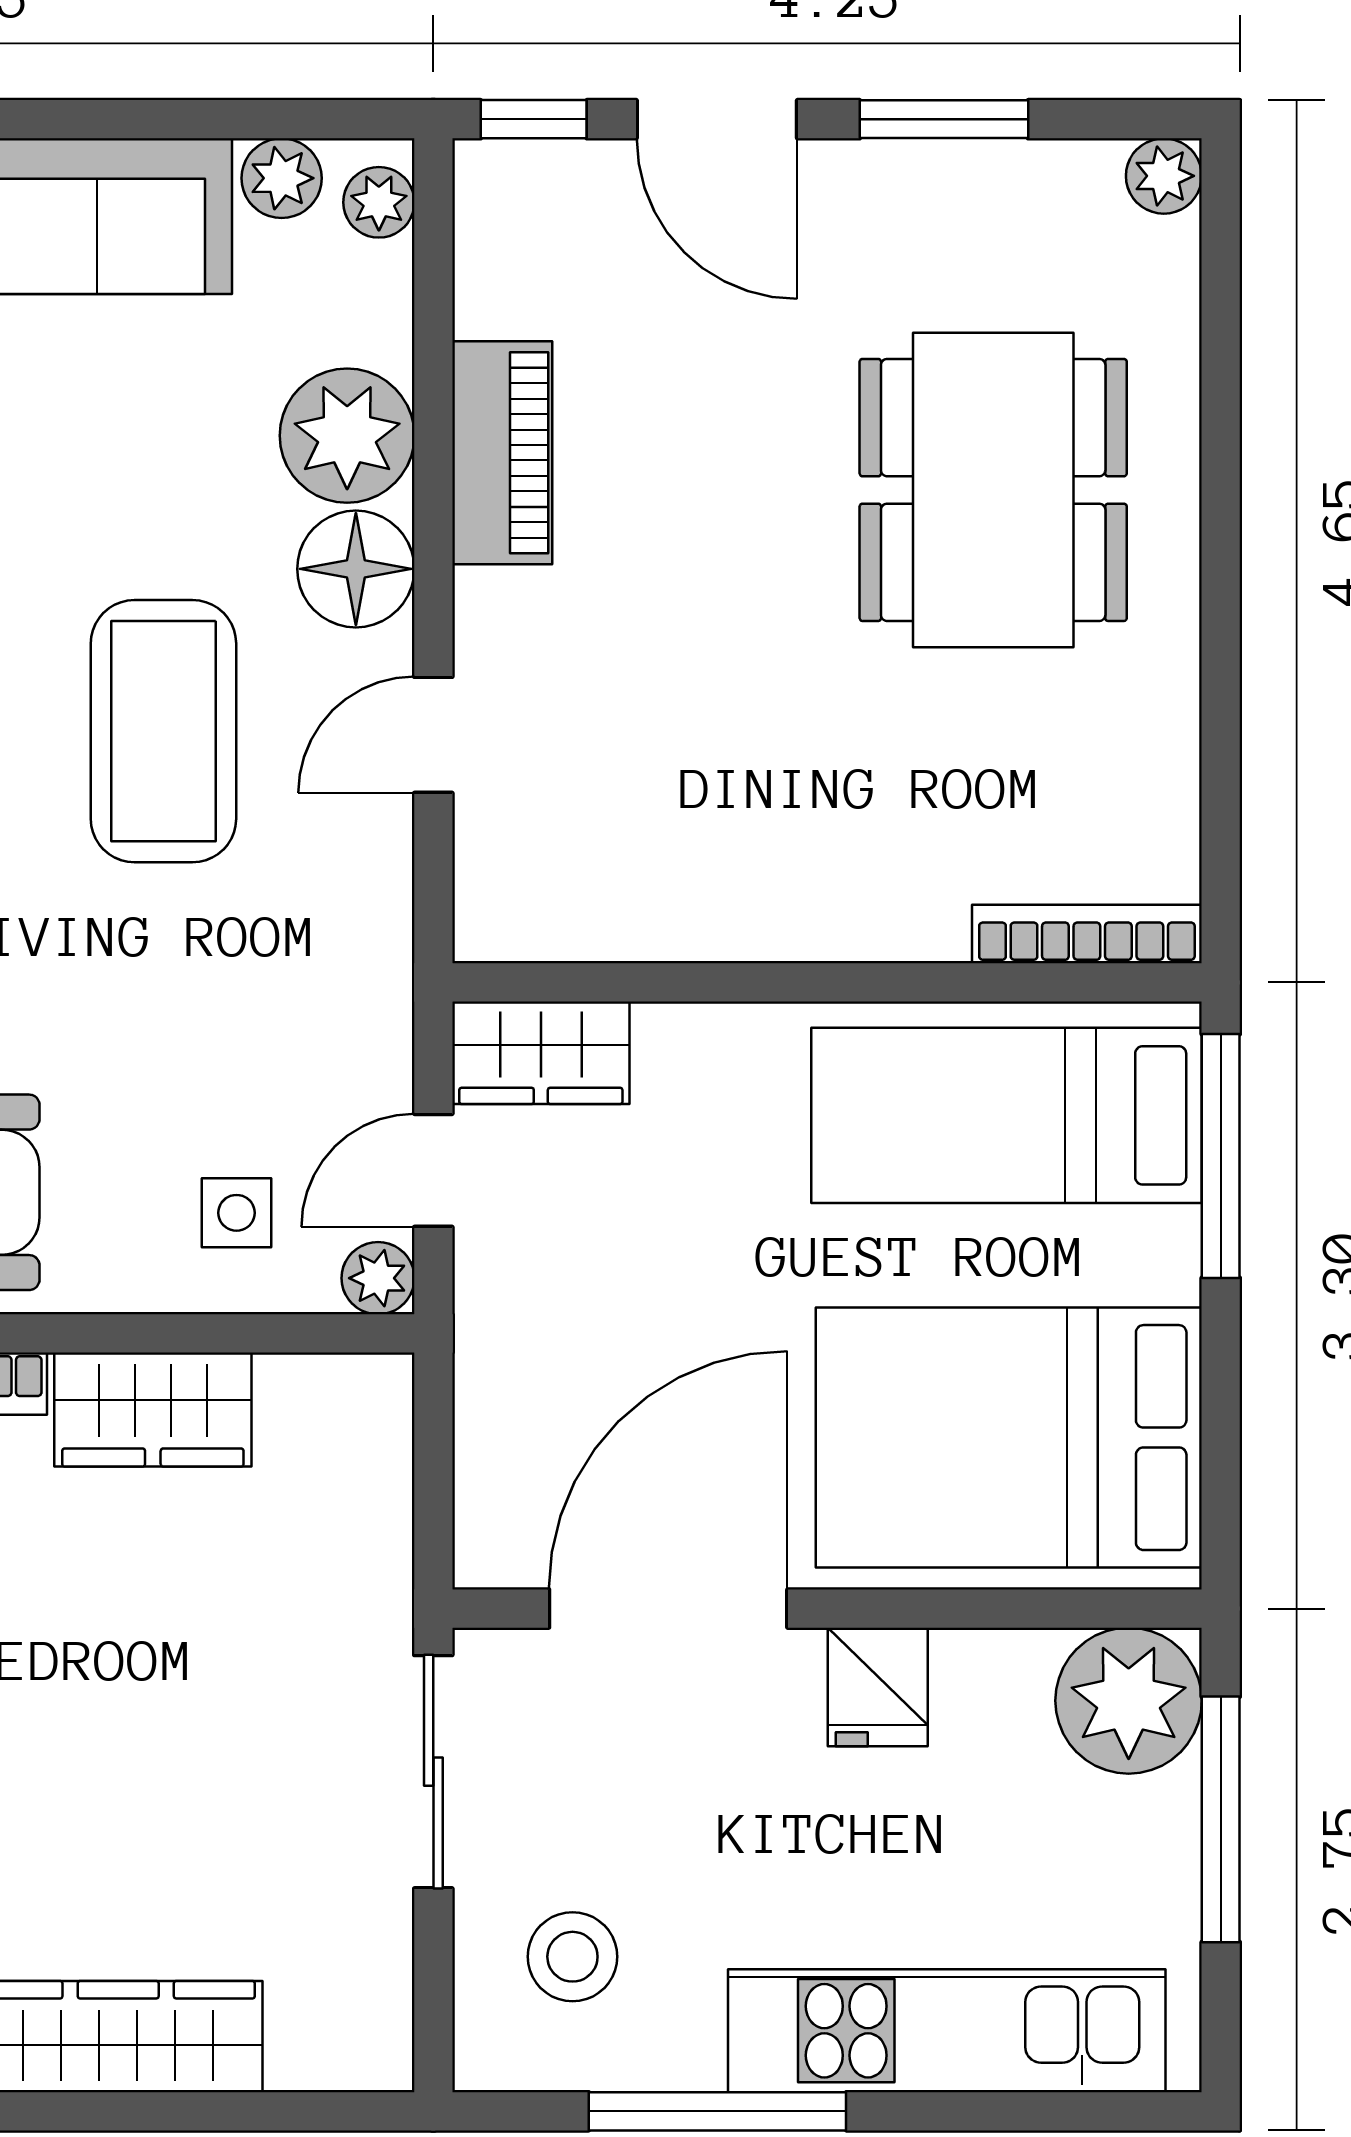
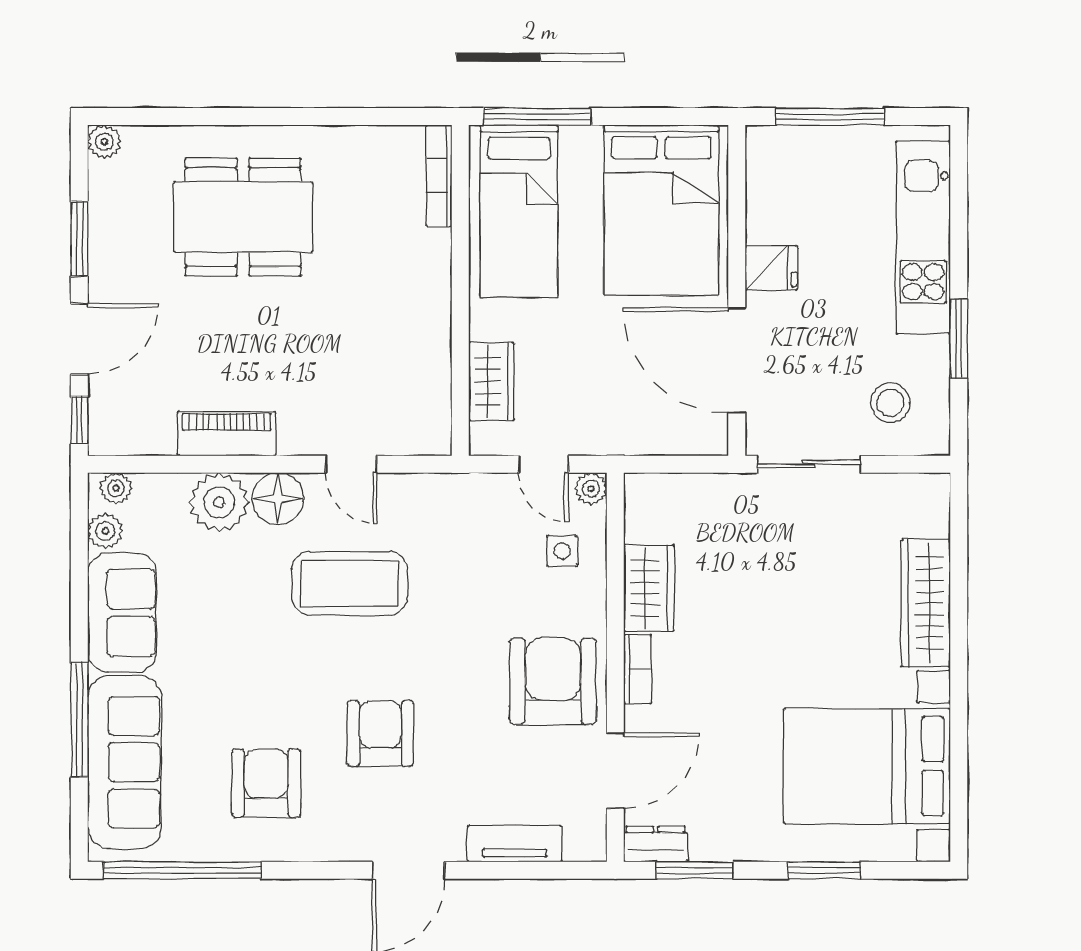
wardrobe: (541, 1053) -> (491, 381), moved
plant: (1129, 1701) -> (777, 157), removed
window: (717, 2111) -> (959, 339), width x0.69

